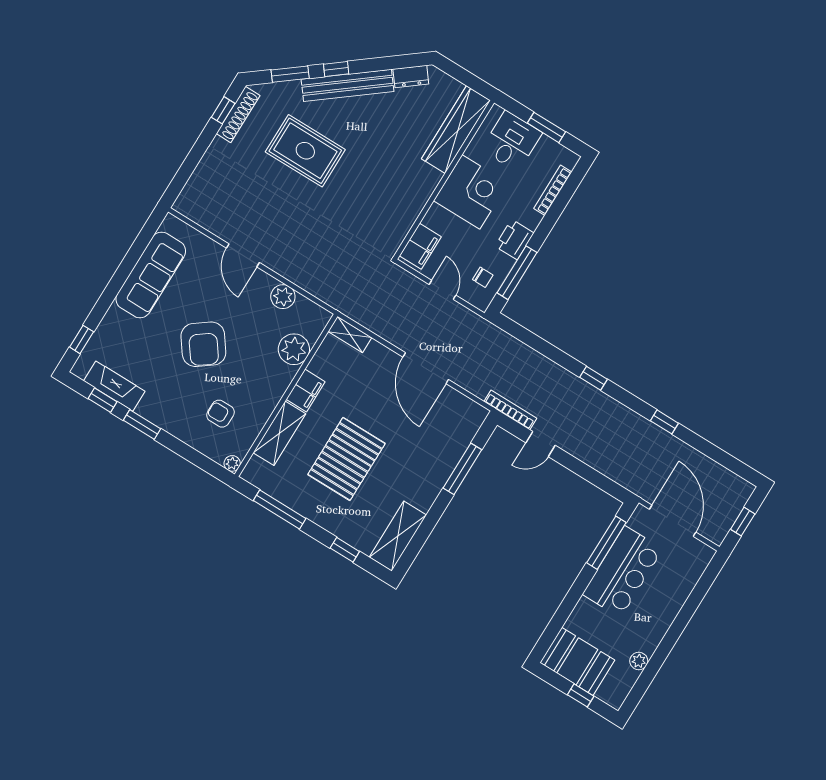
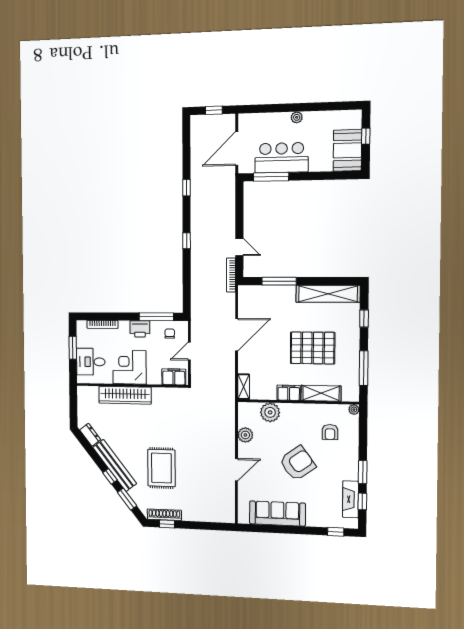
wardrobe: (456, 130) -> (125, 395), moved
shelving: (398, 536) -> (328, 294), width x1.47
plant: (639, 661) -> (297, 117), moved

